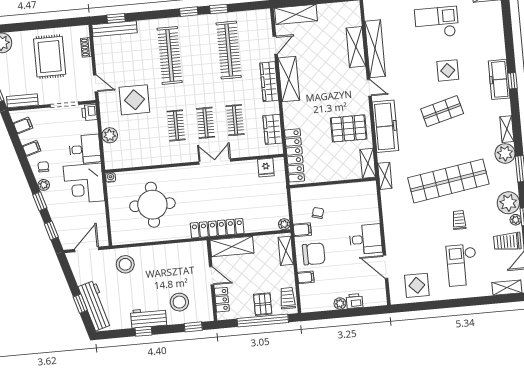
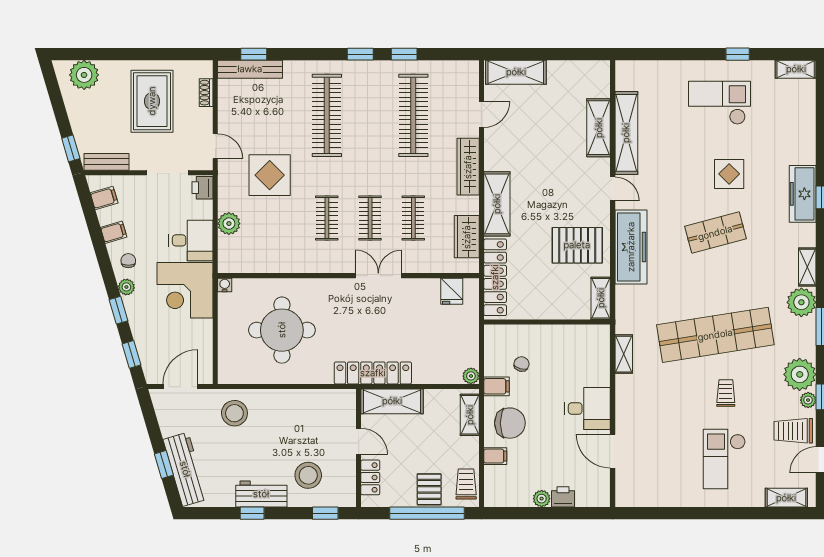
shelving: (289, 79) -> (497, 204), moved
shelving: (385, 176) -> (624, 354), moved
display table: (417, 285) -> (656, 482), removed

